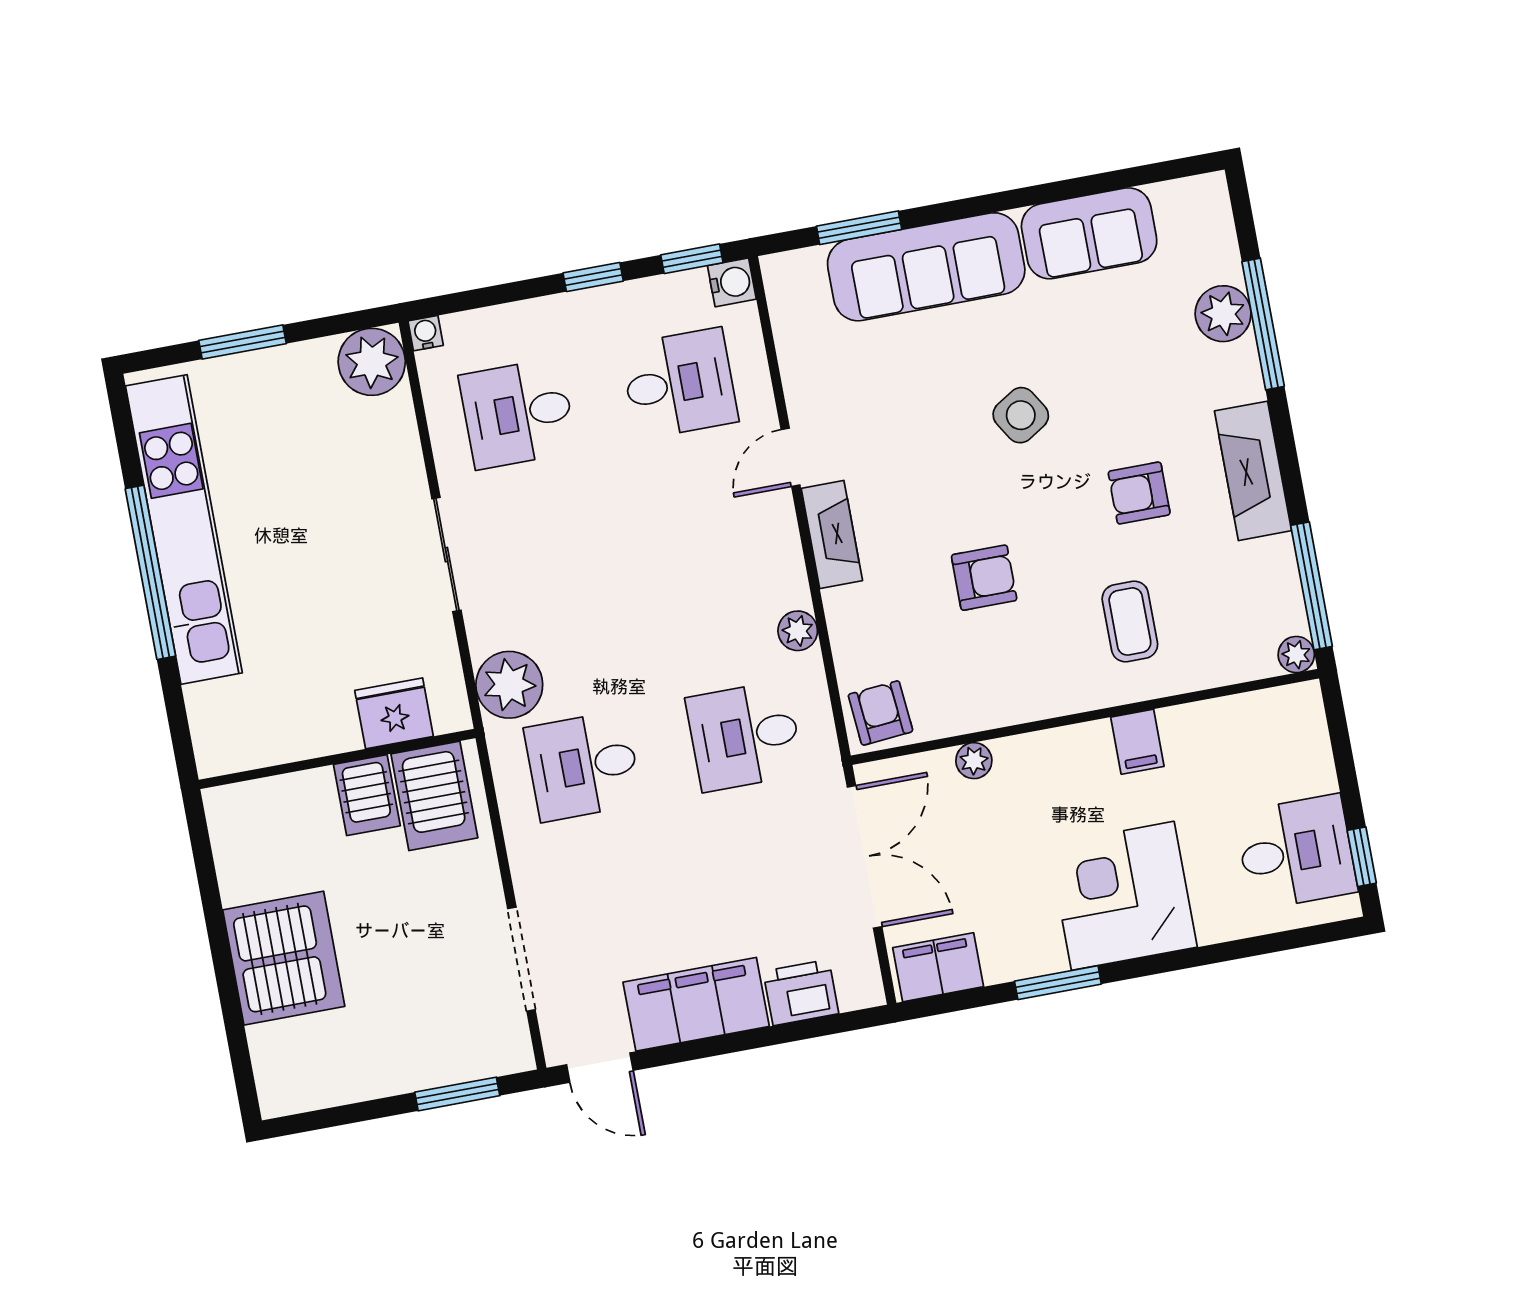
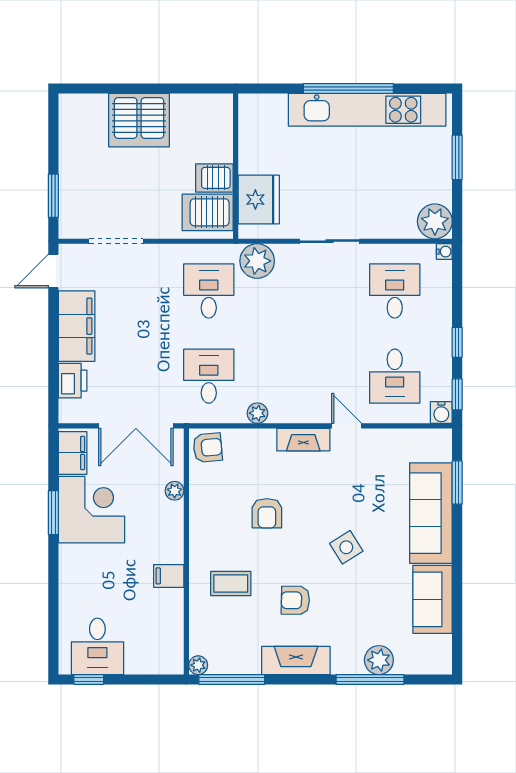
armchair: (1139, 493) -> (295, 600), turned -89
fridge: (394, 713) -> (259, 200), width x1.36, depth x1.34
corner desk: (1123, 896) -> (92, 510), moved

